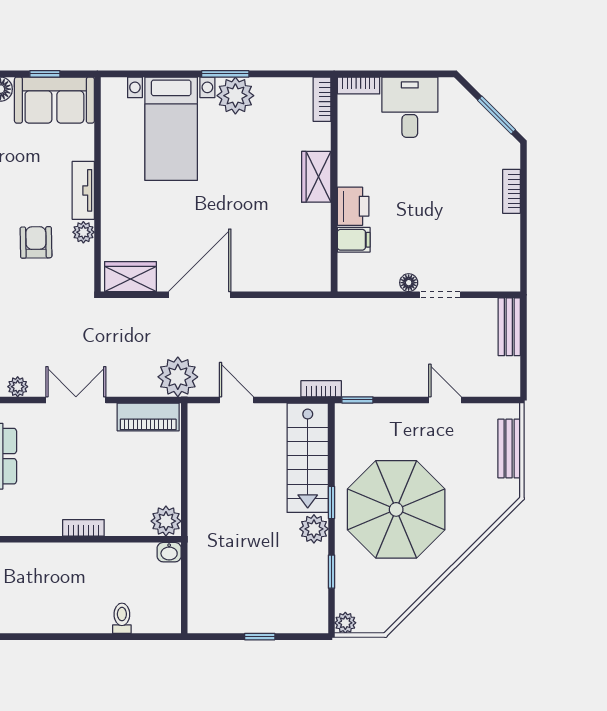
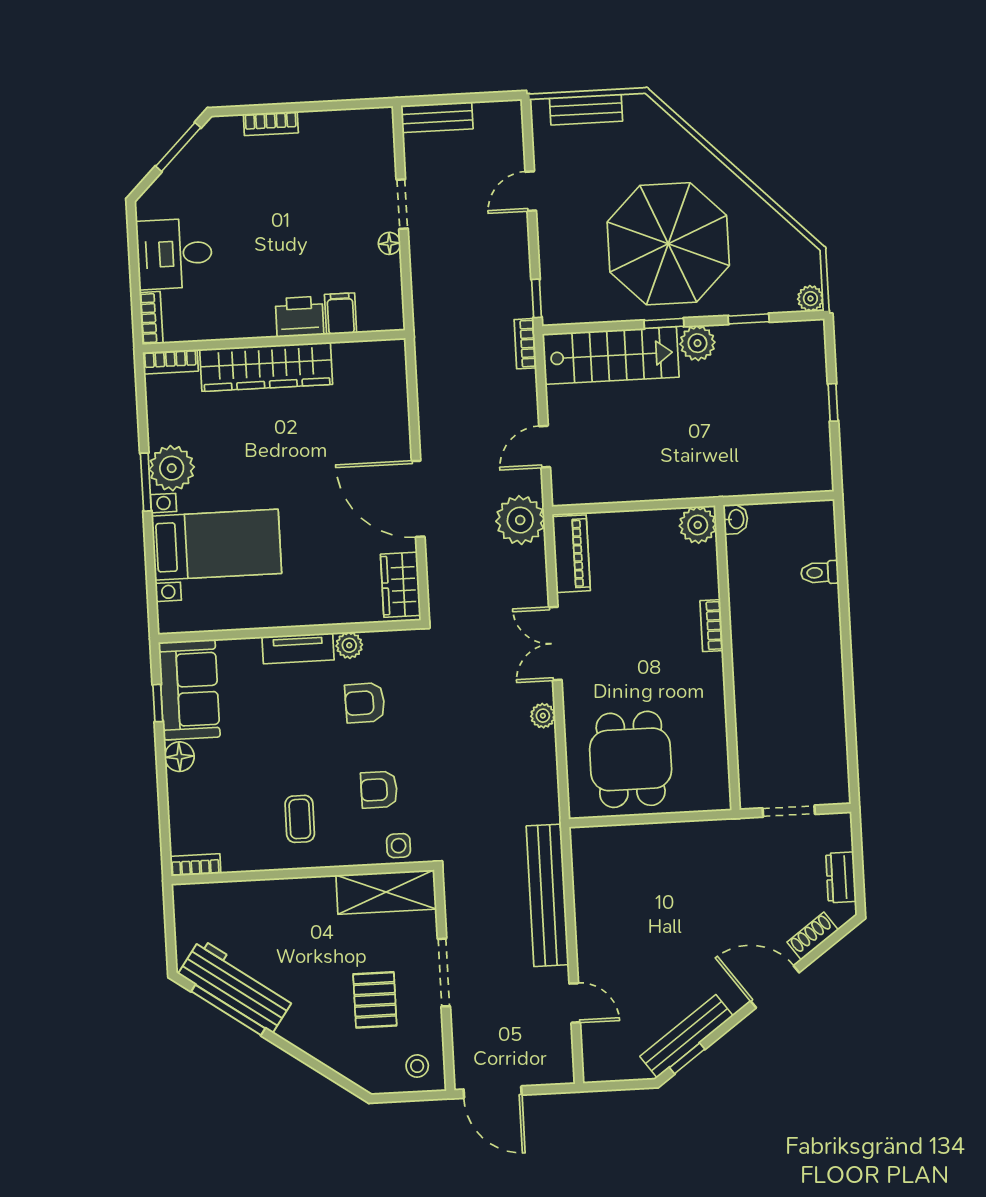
wardrobe: (316, 177) -> (266, 367), width x2.10, depth x1.17

